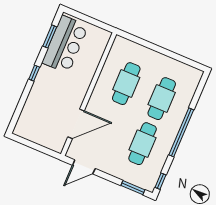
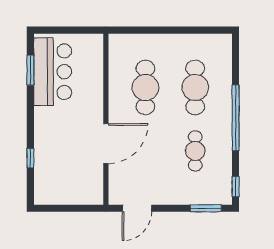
window: (34, 73) -> (30, 158), moved
door: (76, 124) -> (106, 144), moved
cafe table: (143, 144) -> (195, 151), width x0.73, depth x0.74

